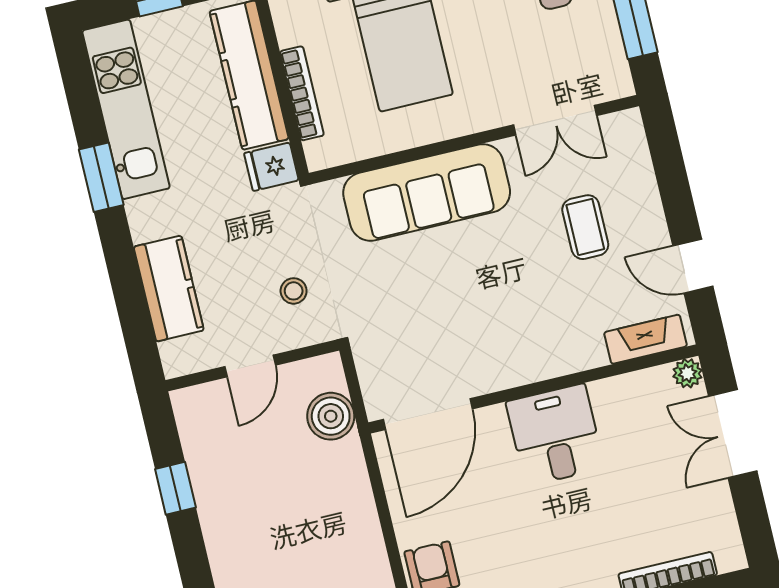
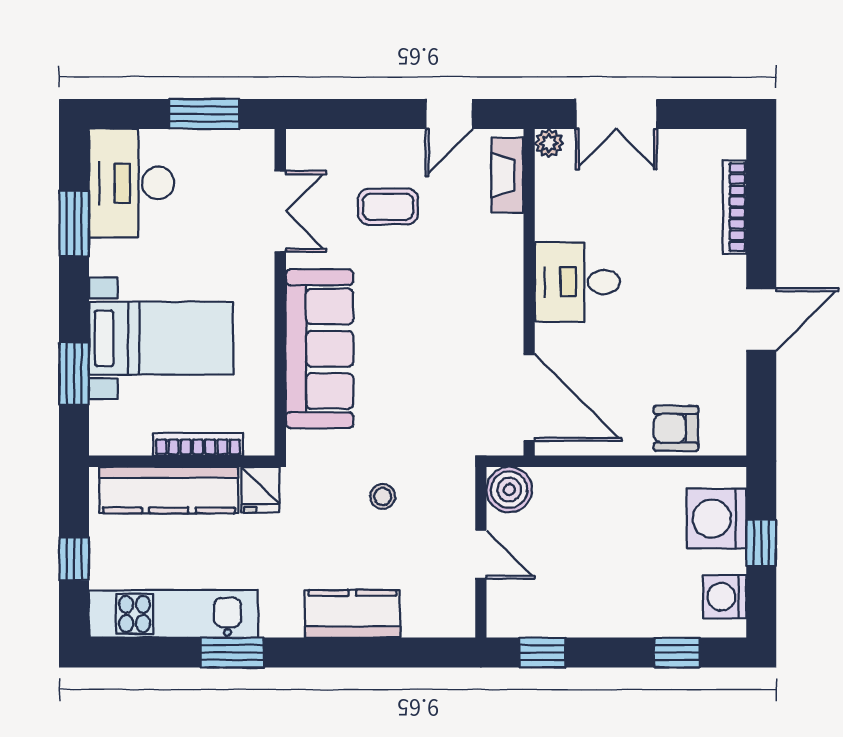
wall: (252, 365) -> (481, 552), moved
door: (250, 366) -> (481, 554), moved

